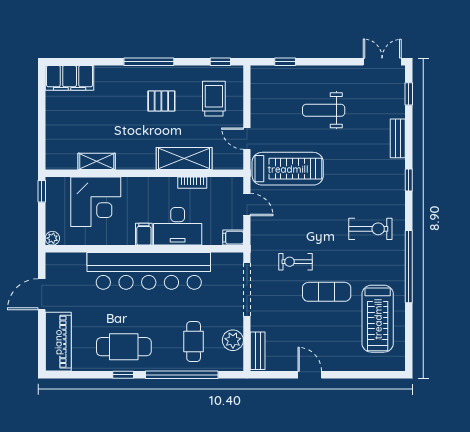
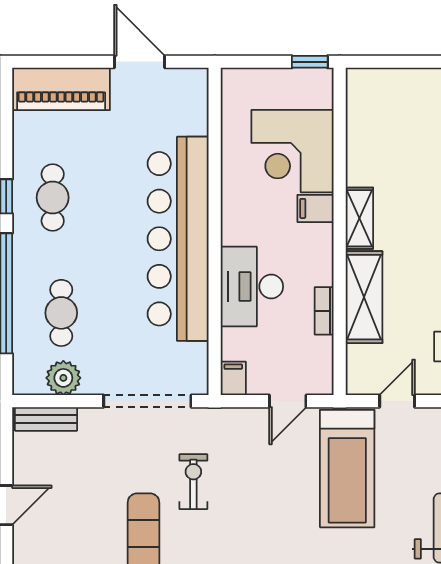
shelving: (97, 161) -> (359, 218), moved
filing cabinet: (144, 234) -> (315, 208), moved, turned 180
plant: (52, 238) -> (232, 79), removed
cafe table: (194, 342) -> (61, 313), turned 90
cafe table: (124, 347) -> (53, 198), width x0.73, depth x0.74

